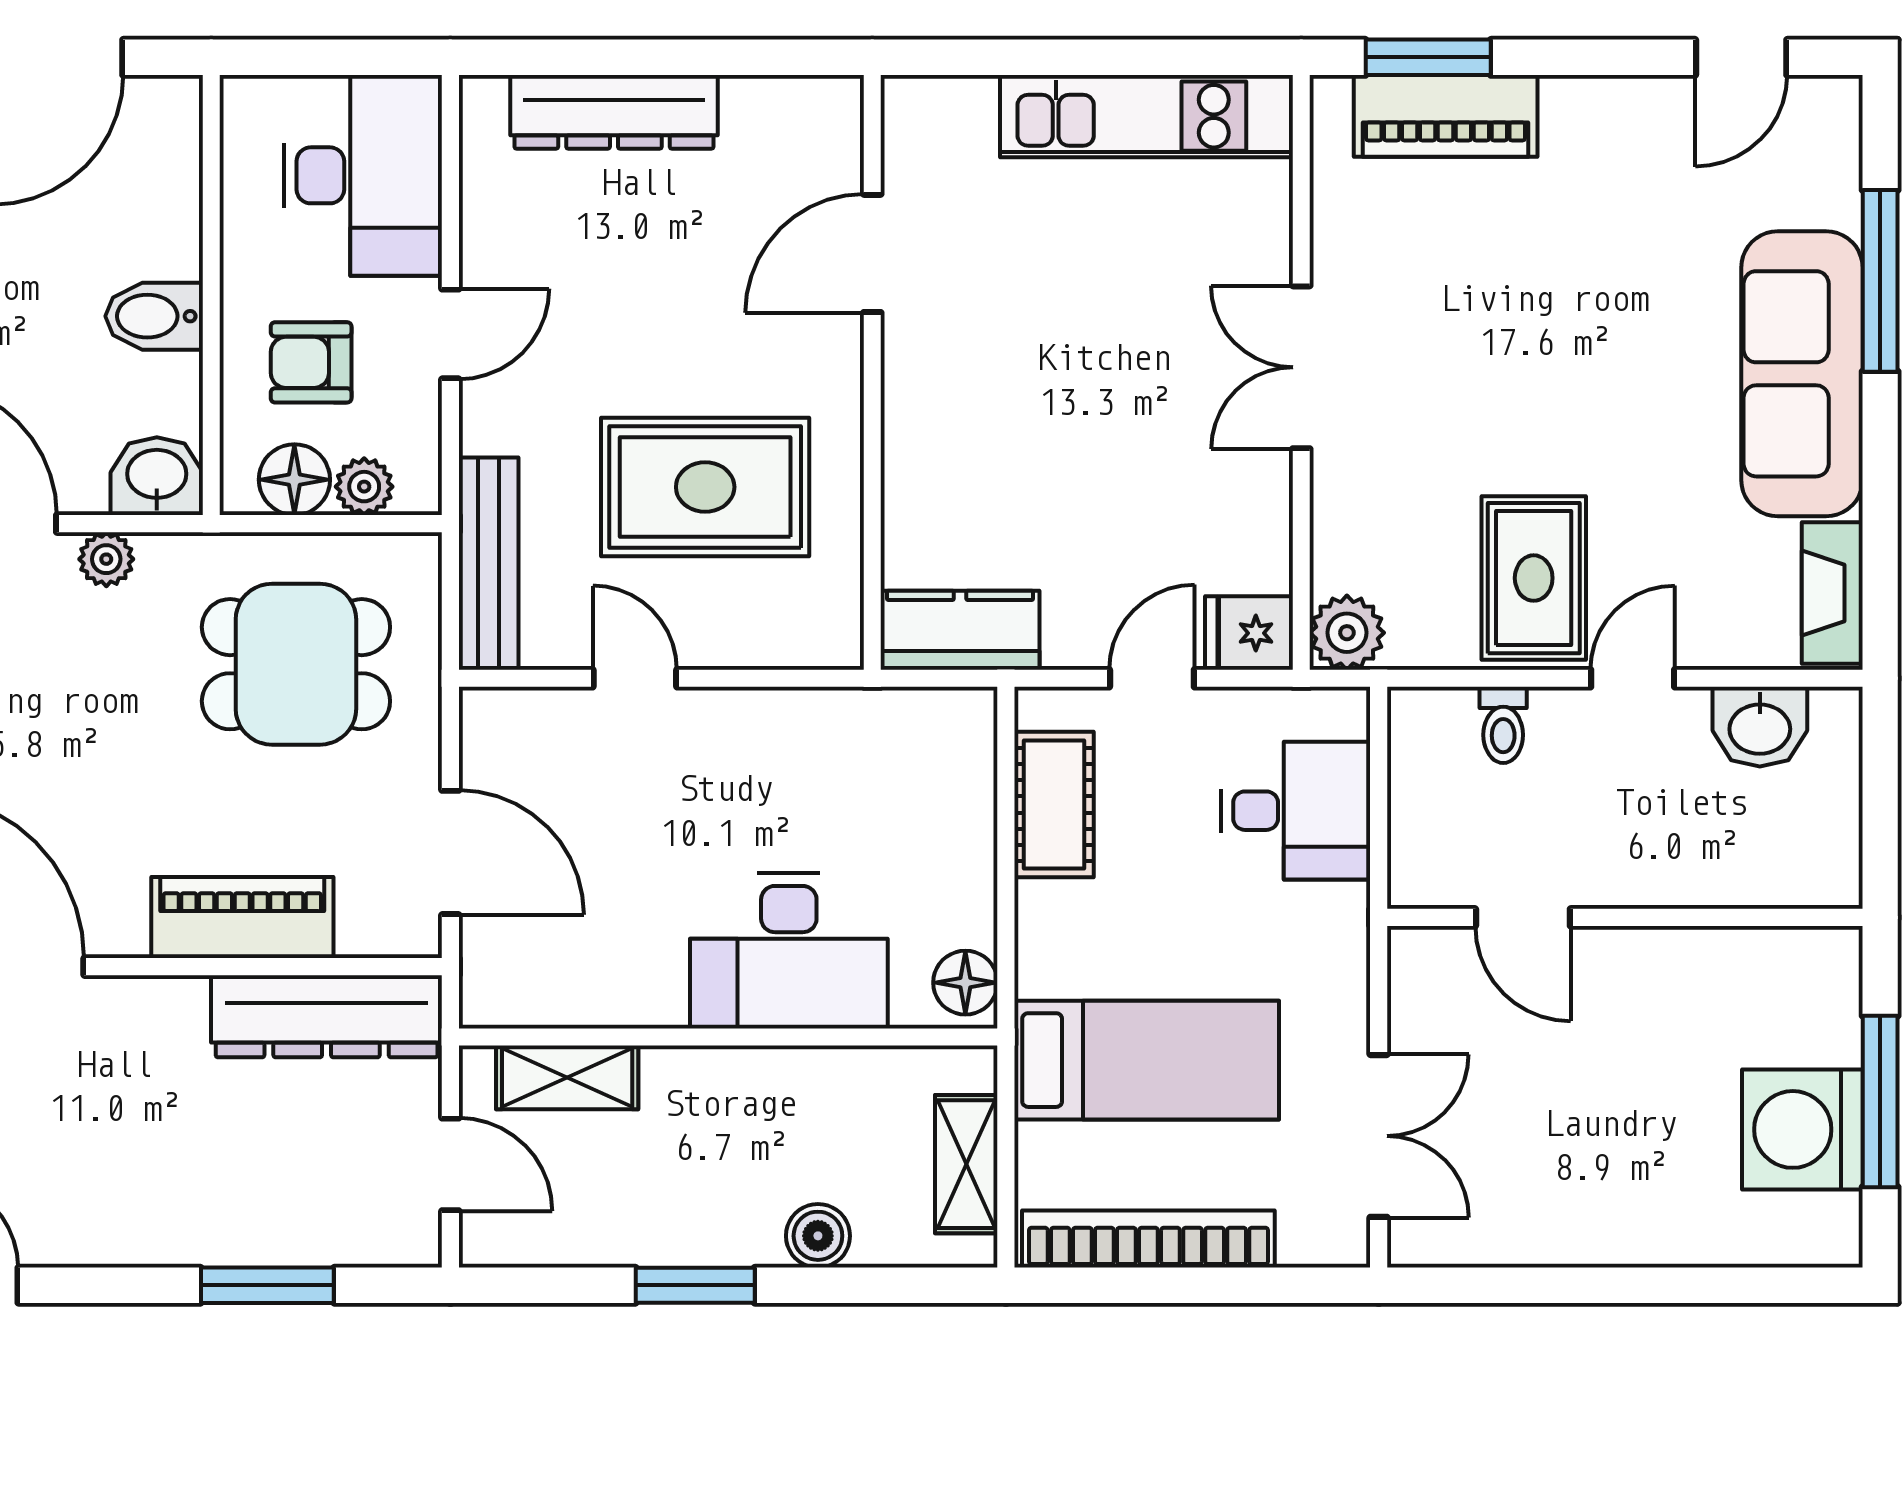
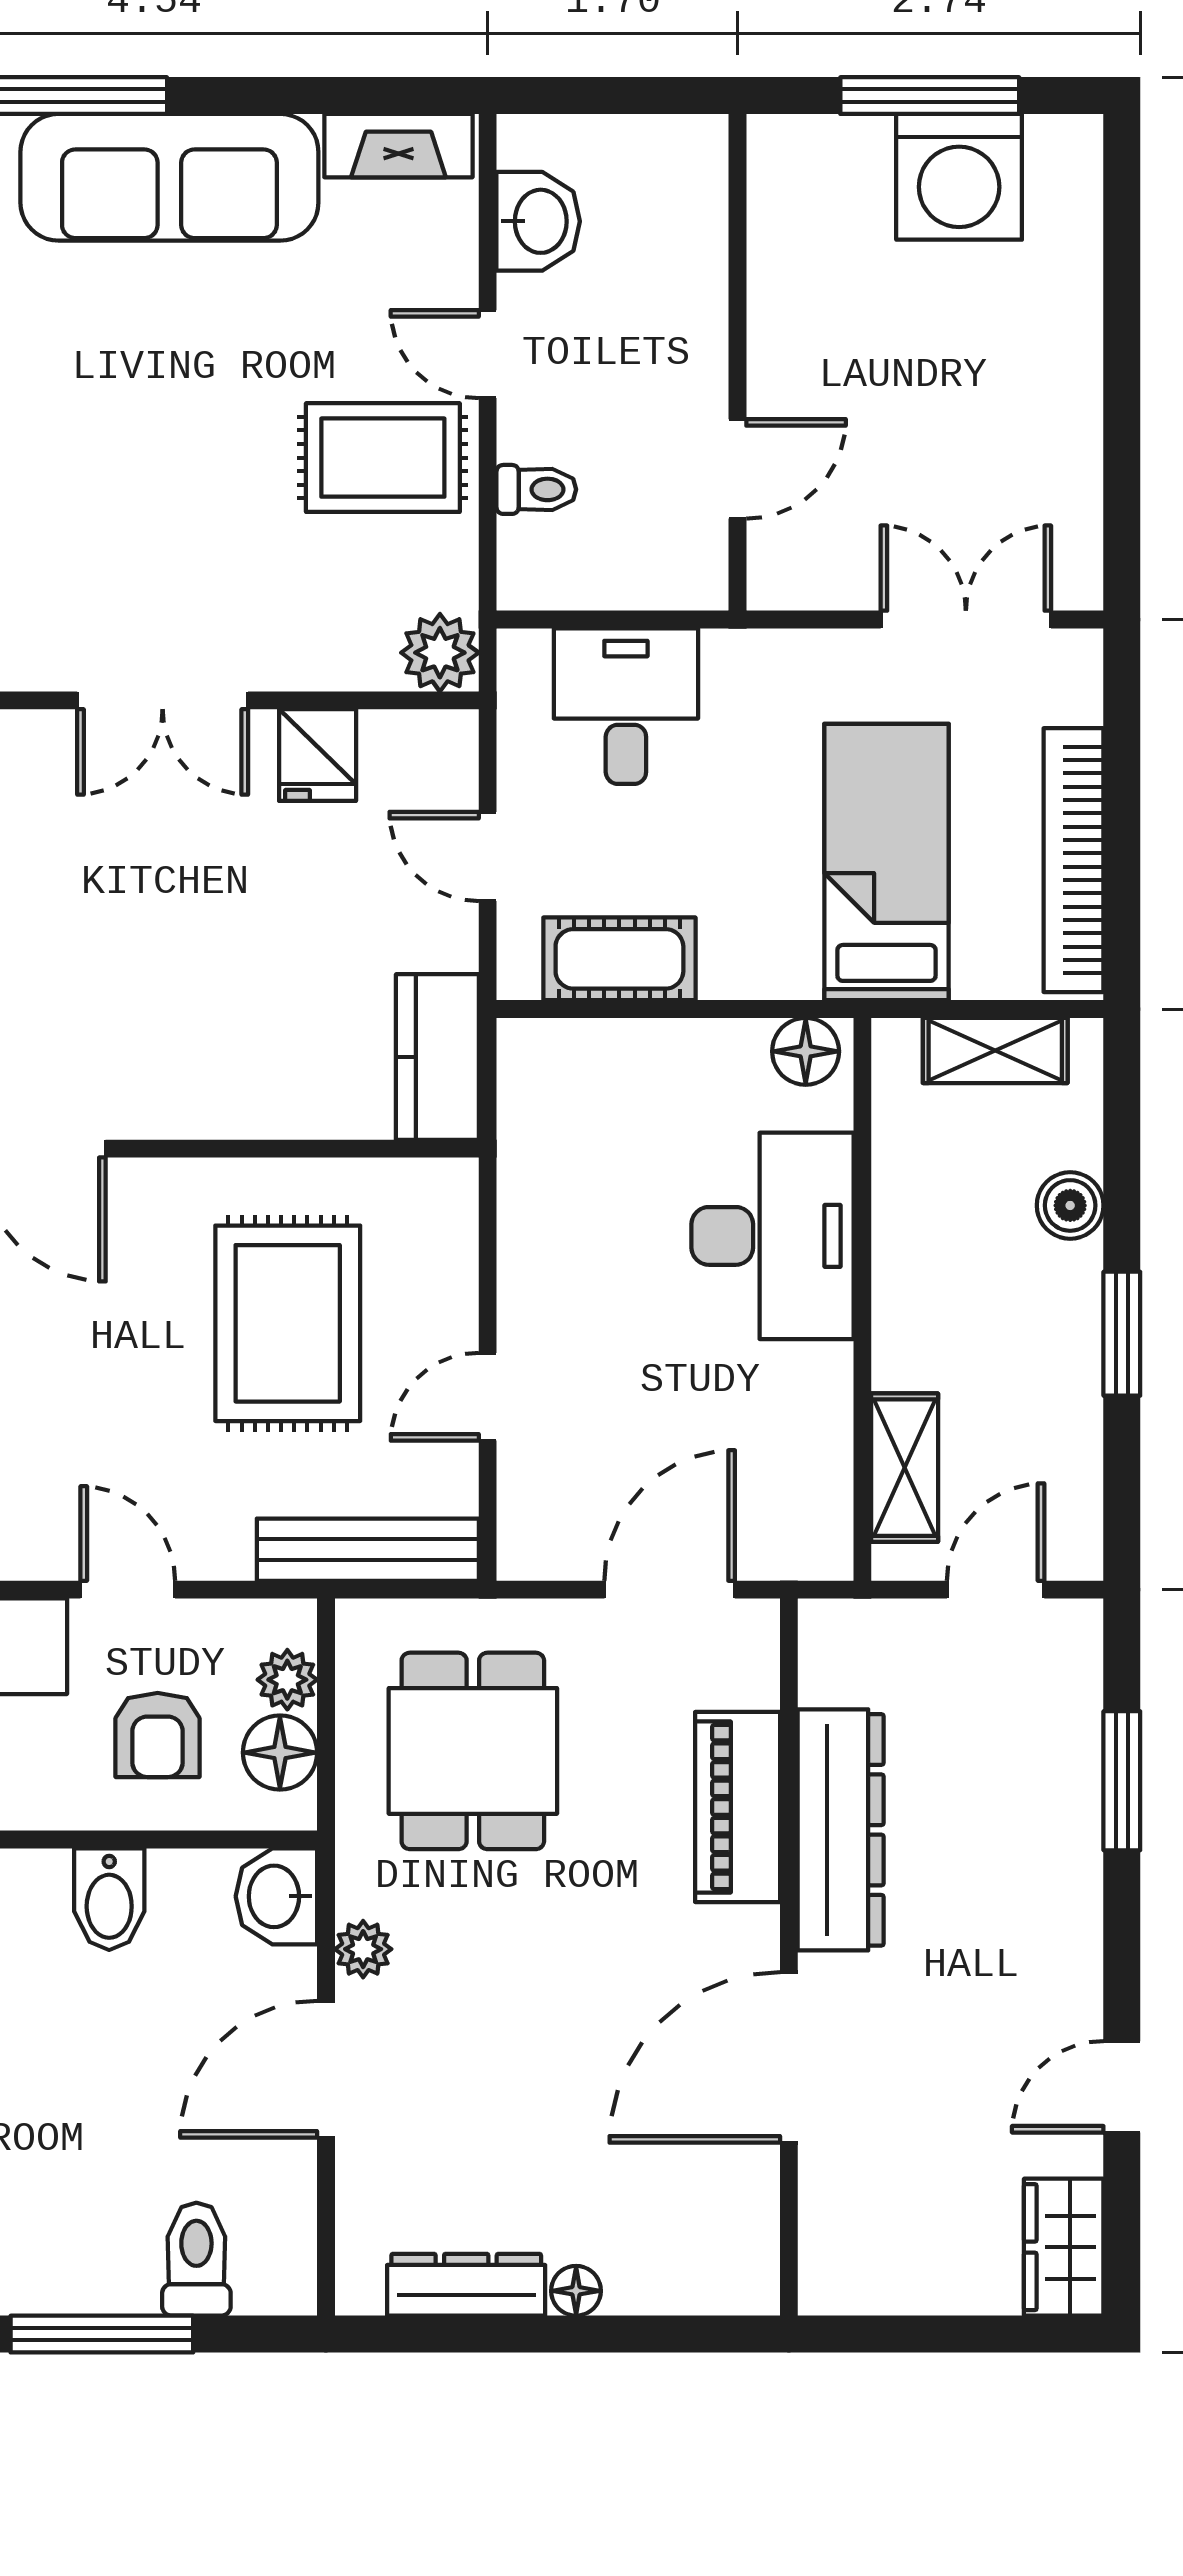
fridge: (1249, 633) -> (318, 755), moved
dresser: (327, 1016) -> (841, 1830), moved

